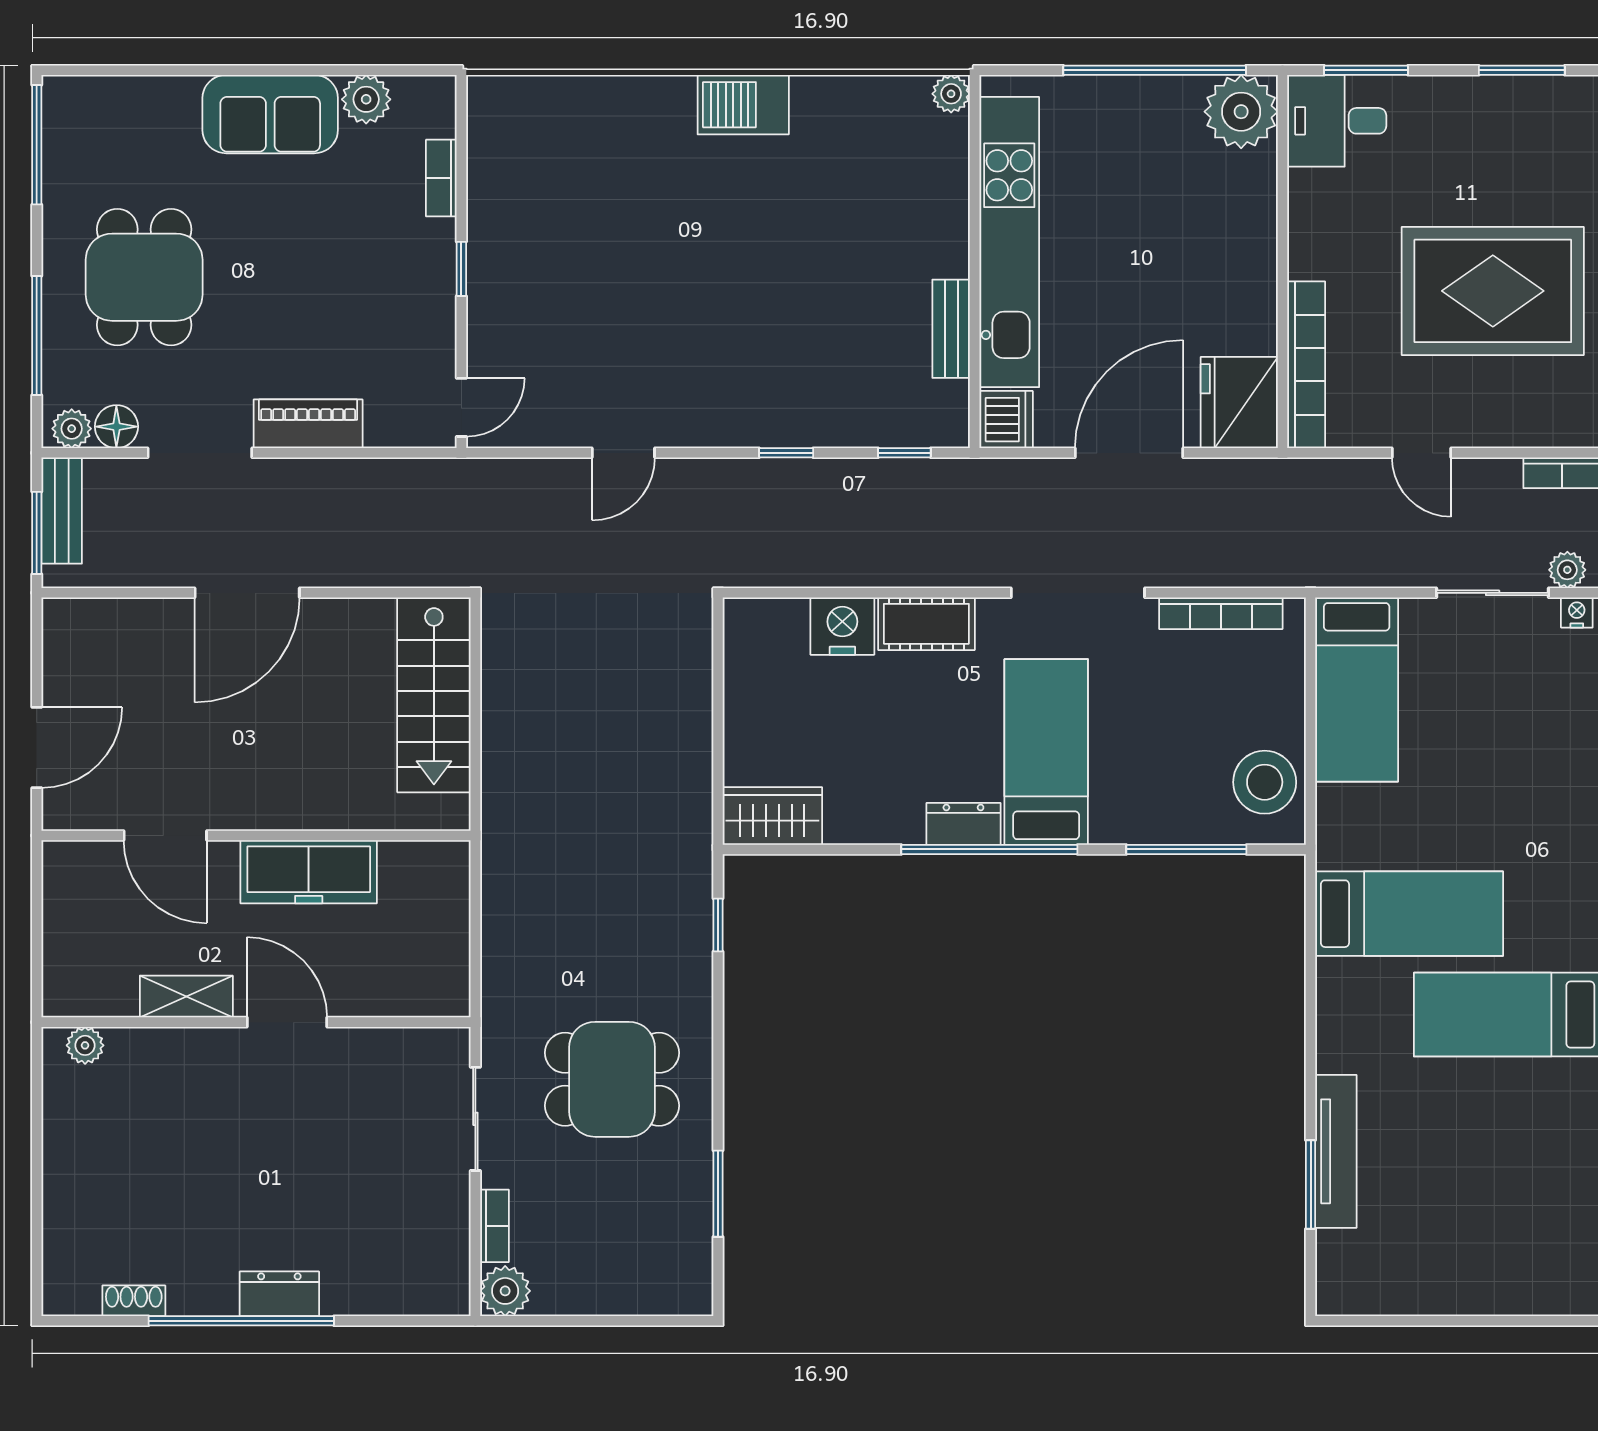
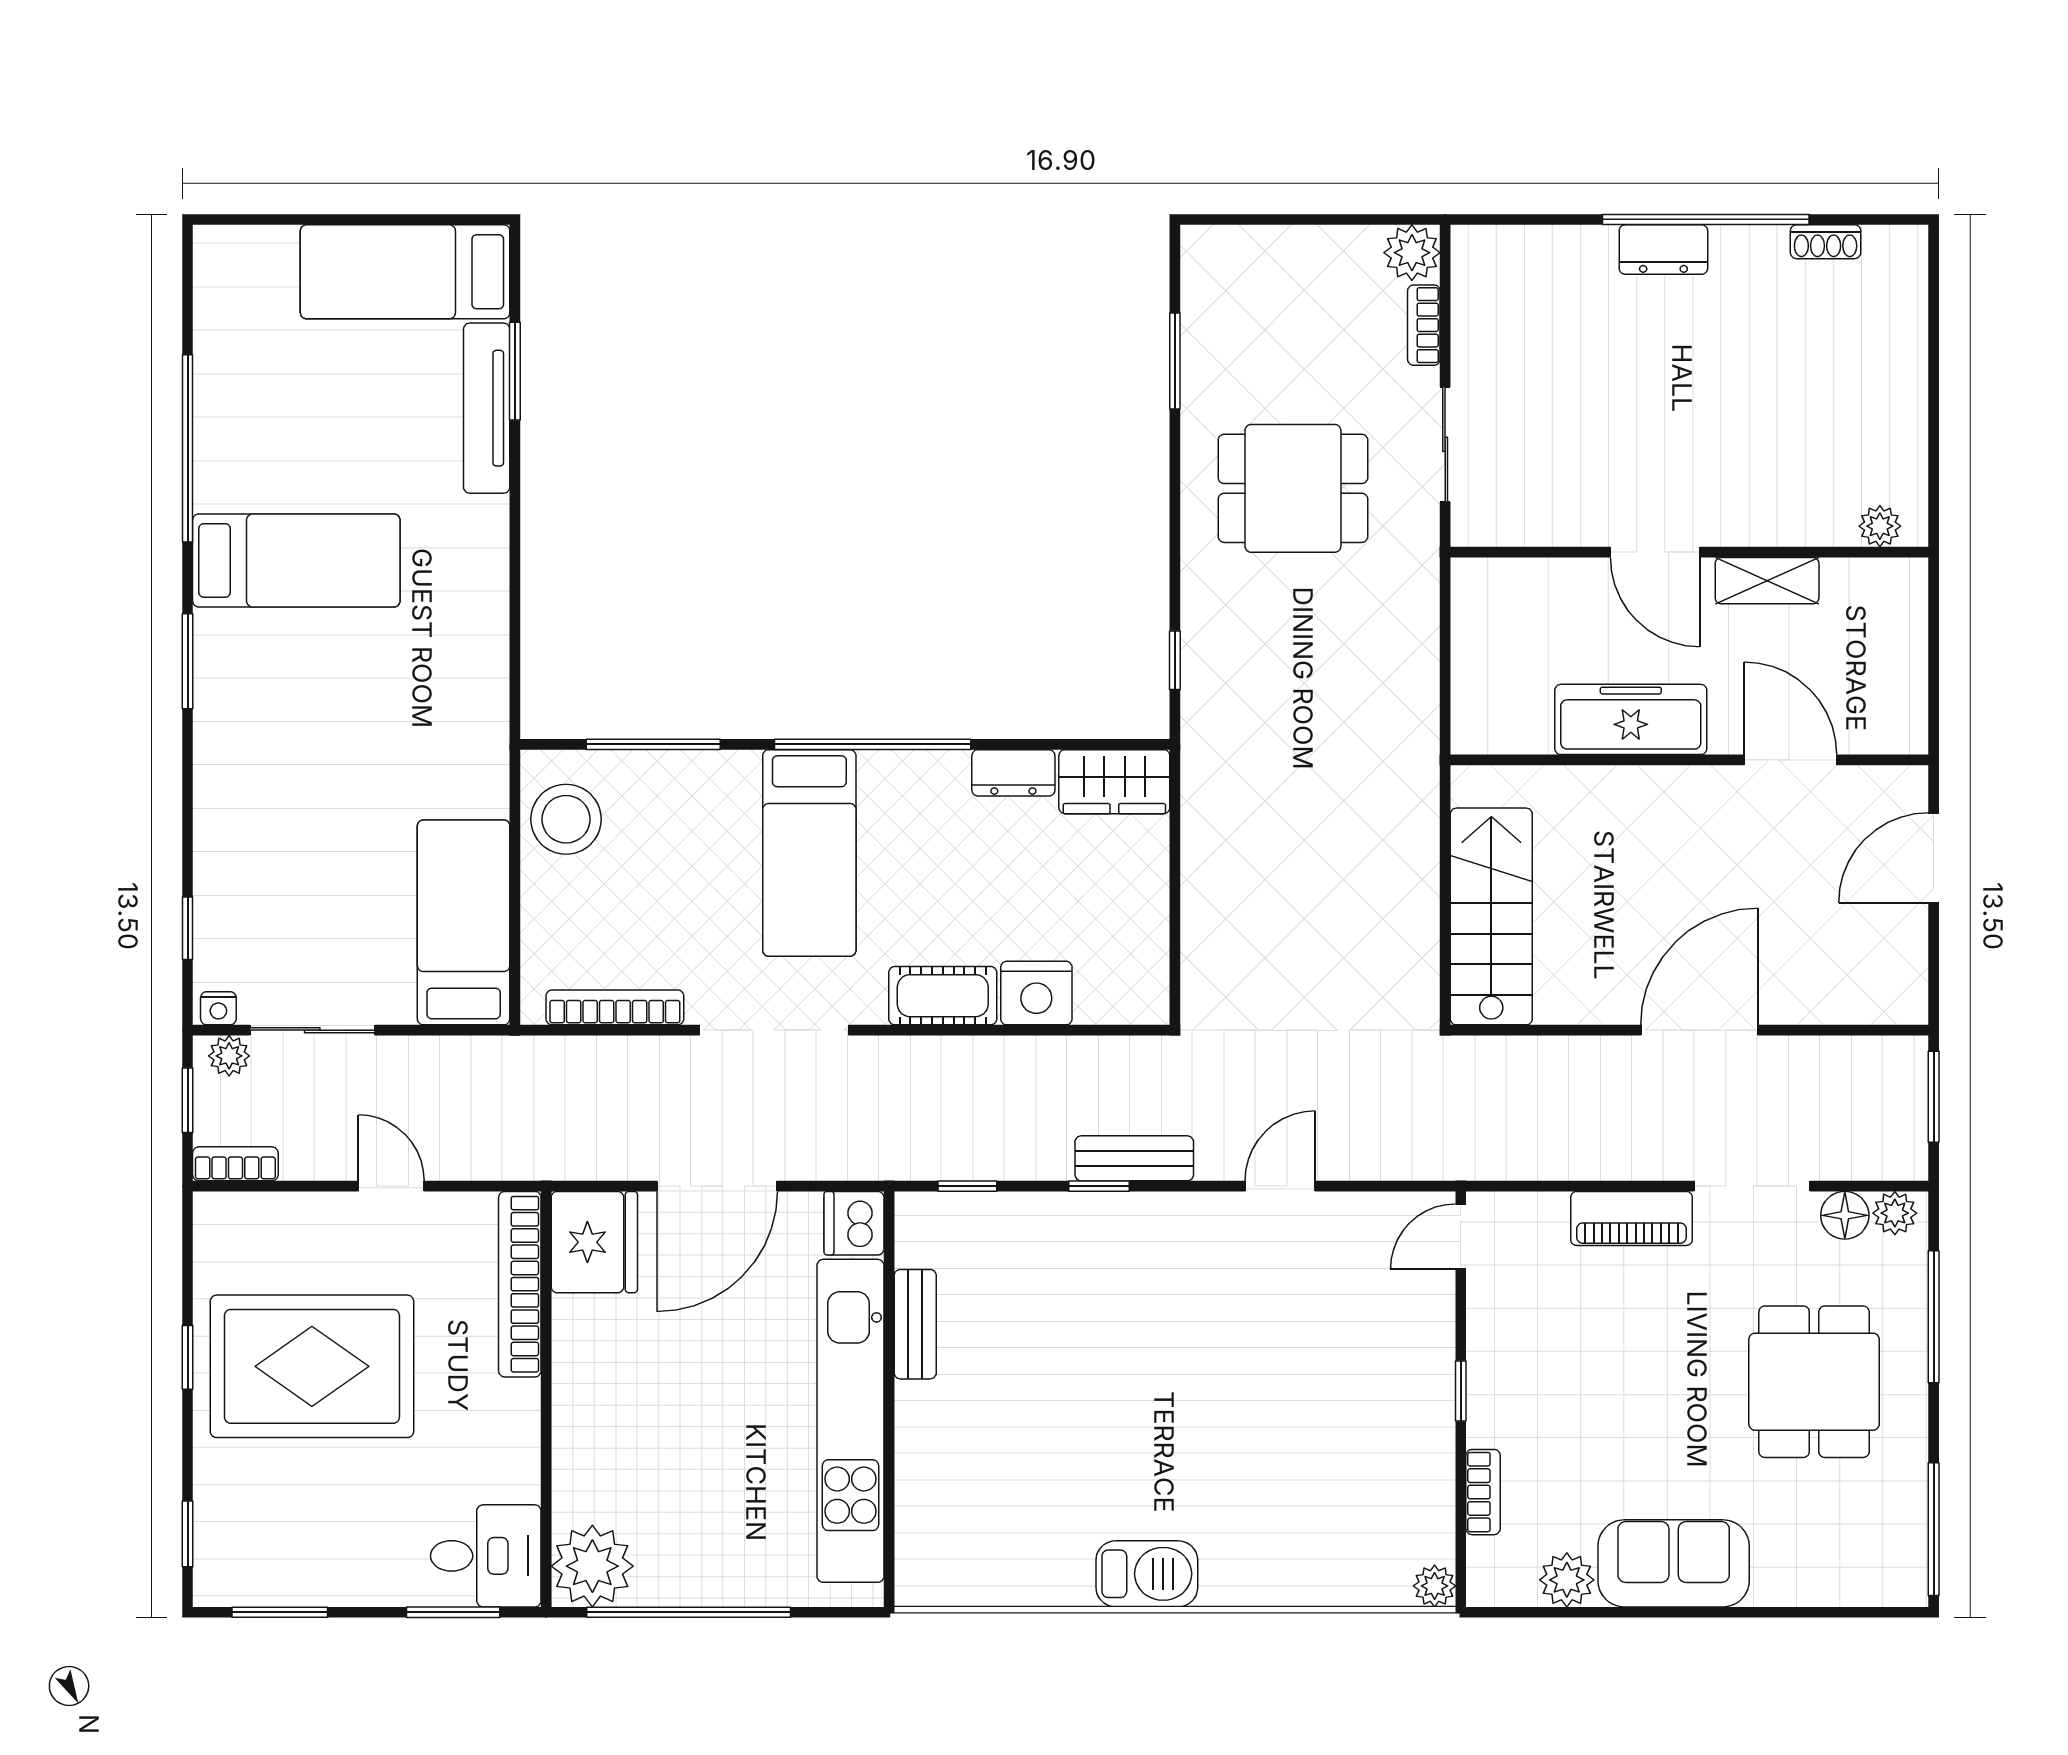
plant: (951, 94) -> (1435, 1586), moved
bench: (62, 511) -> (1134, 1158), moved, turned 90
dresser: (963, 824) -> (1013, 773), moved
bed: (1409, 914) -> (405, 272), moved

